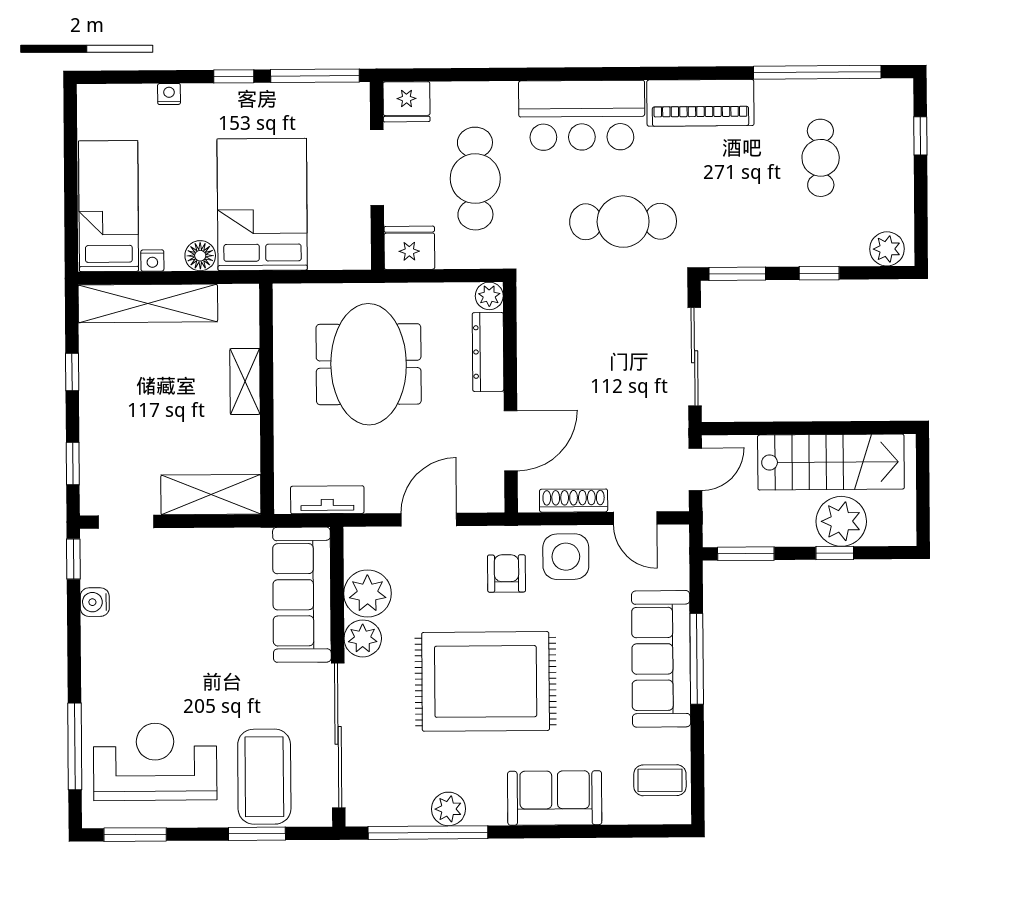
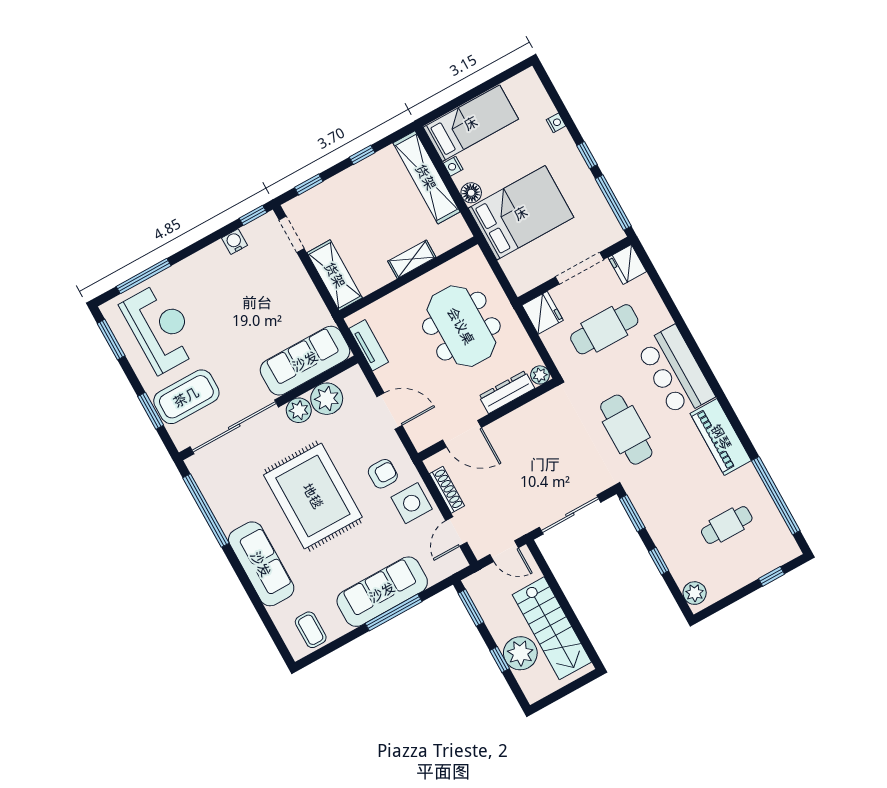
meeting table: (369, 364) -> (461, 326), turned 90
sofa: (555, 798) -> (261, 564), width x1.36
plant: (449, 809) -> (226, 515), removed

